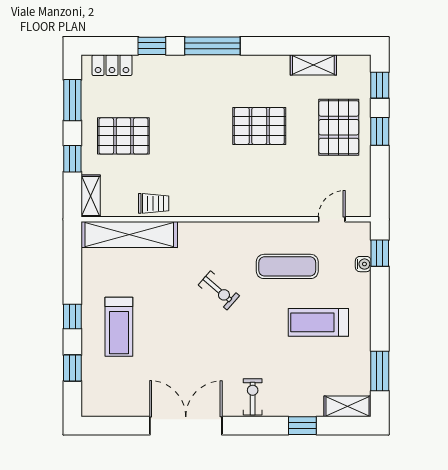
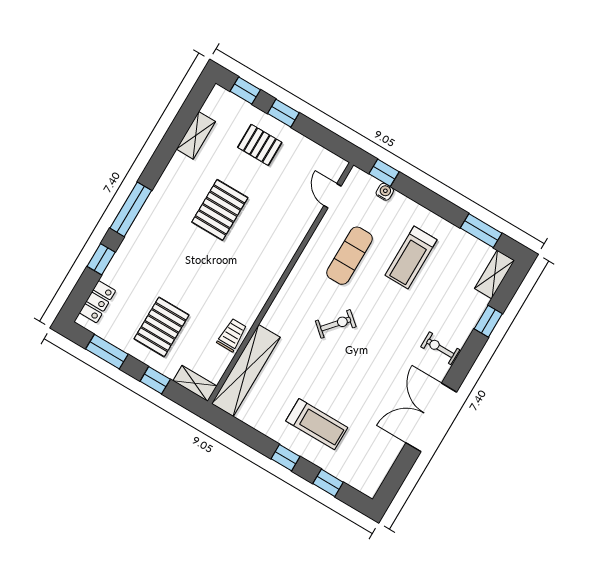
pallet: (339, 127) -> (260, 145), width x0.67, depth x0.71

